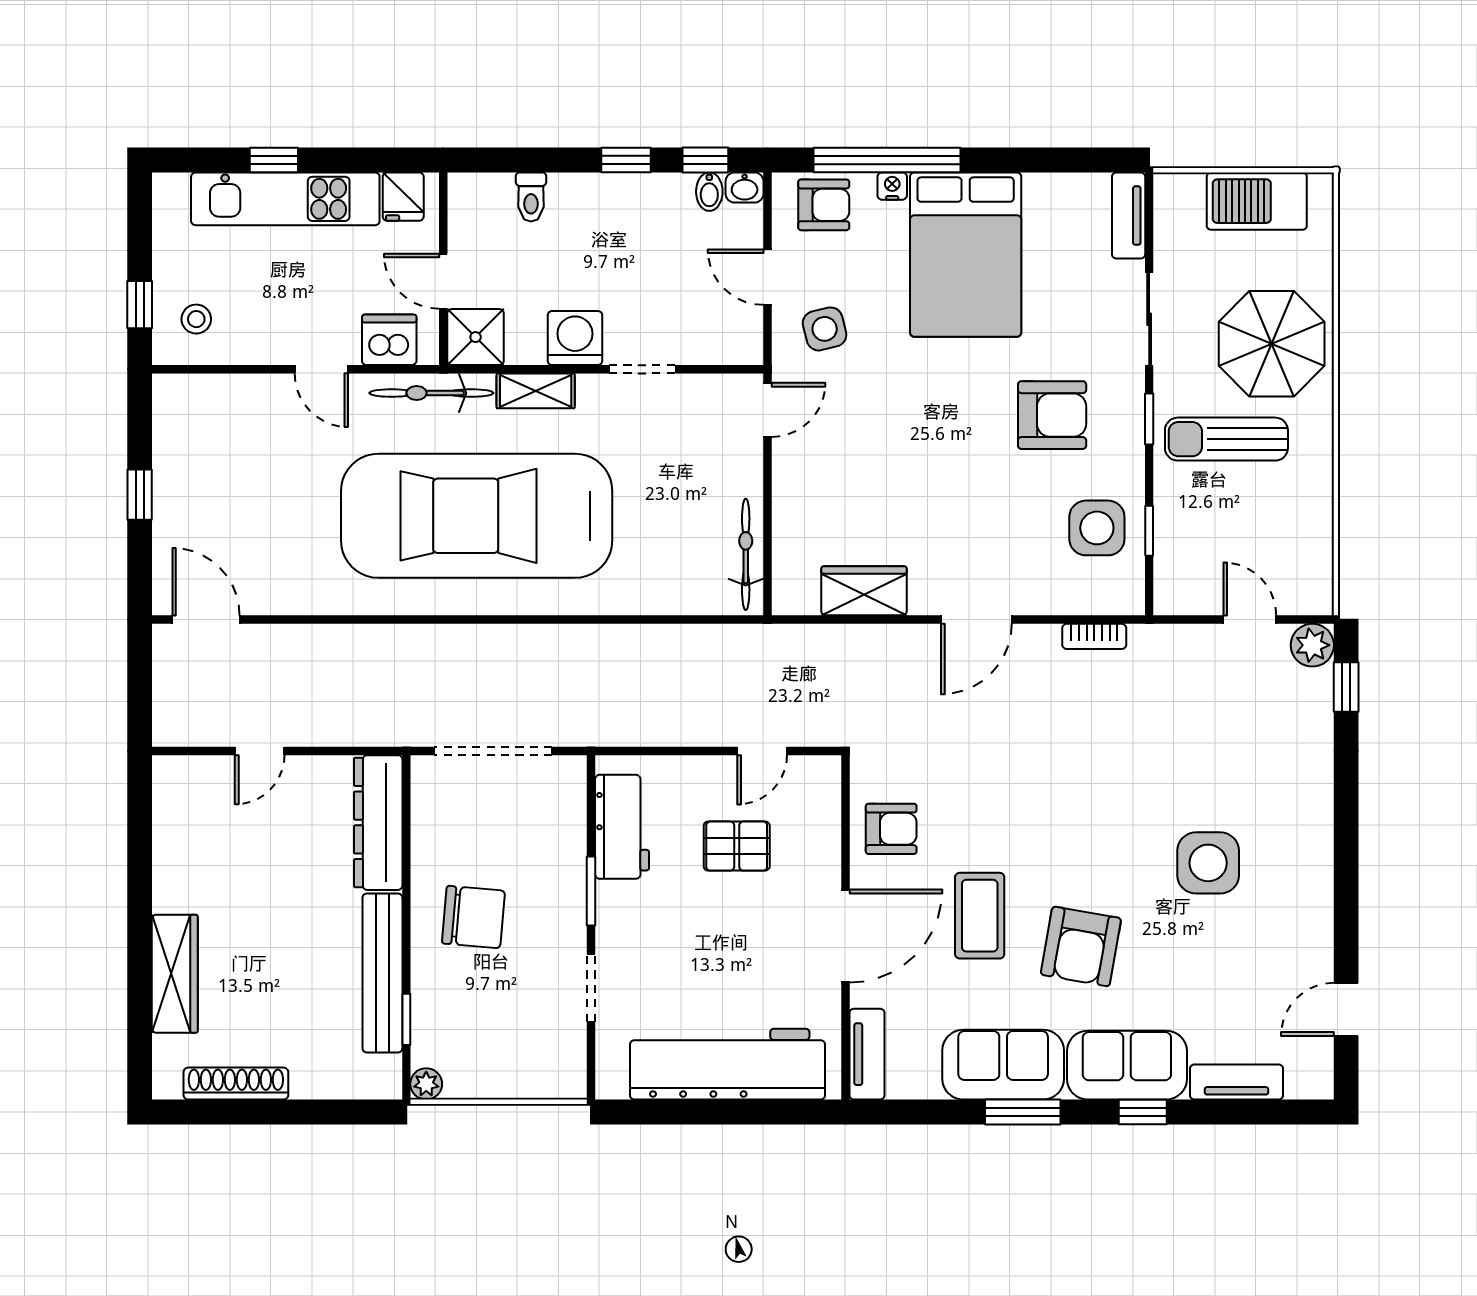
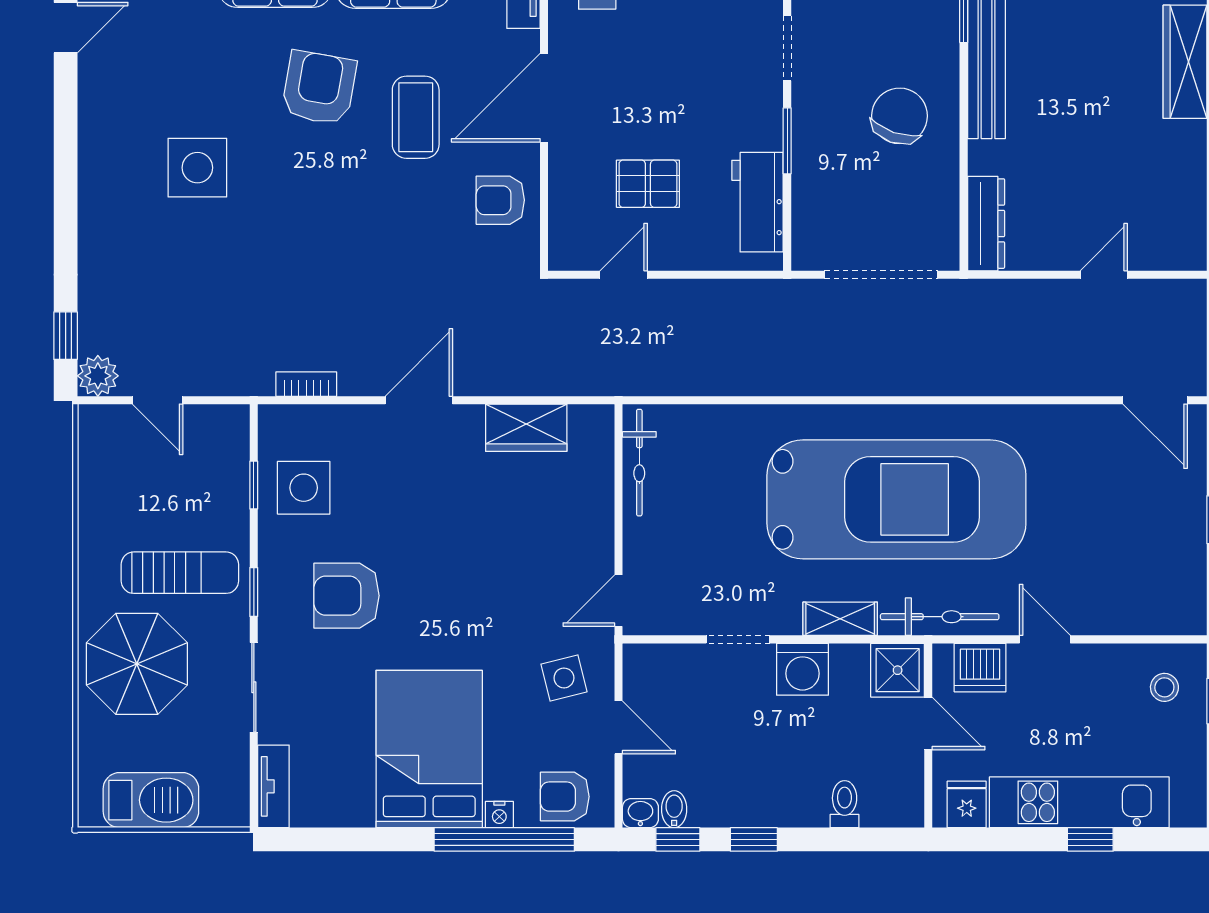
dresser: (378, 823) -> (986, 224), width x0.73, depth x0.80
chair: (473, 917) -> (900, 116), turned 104

